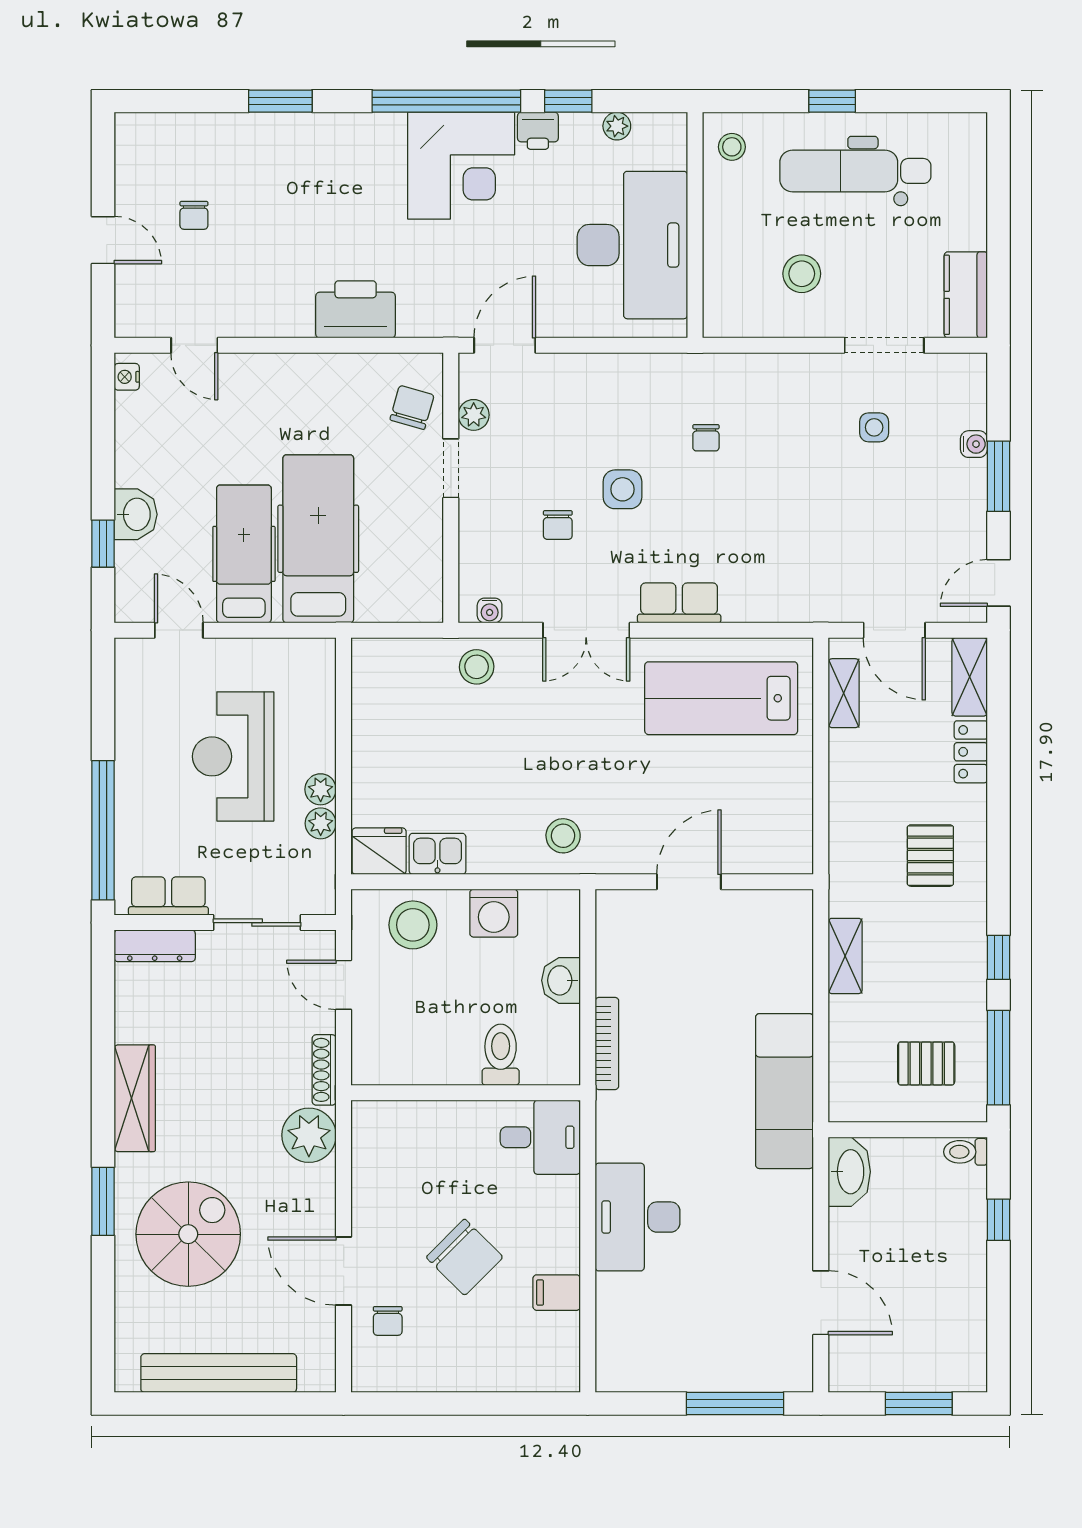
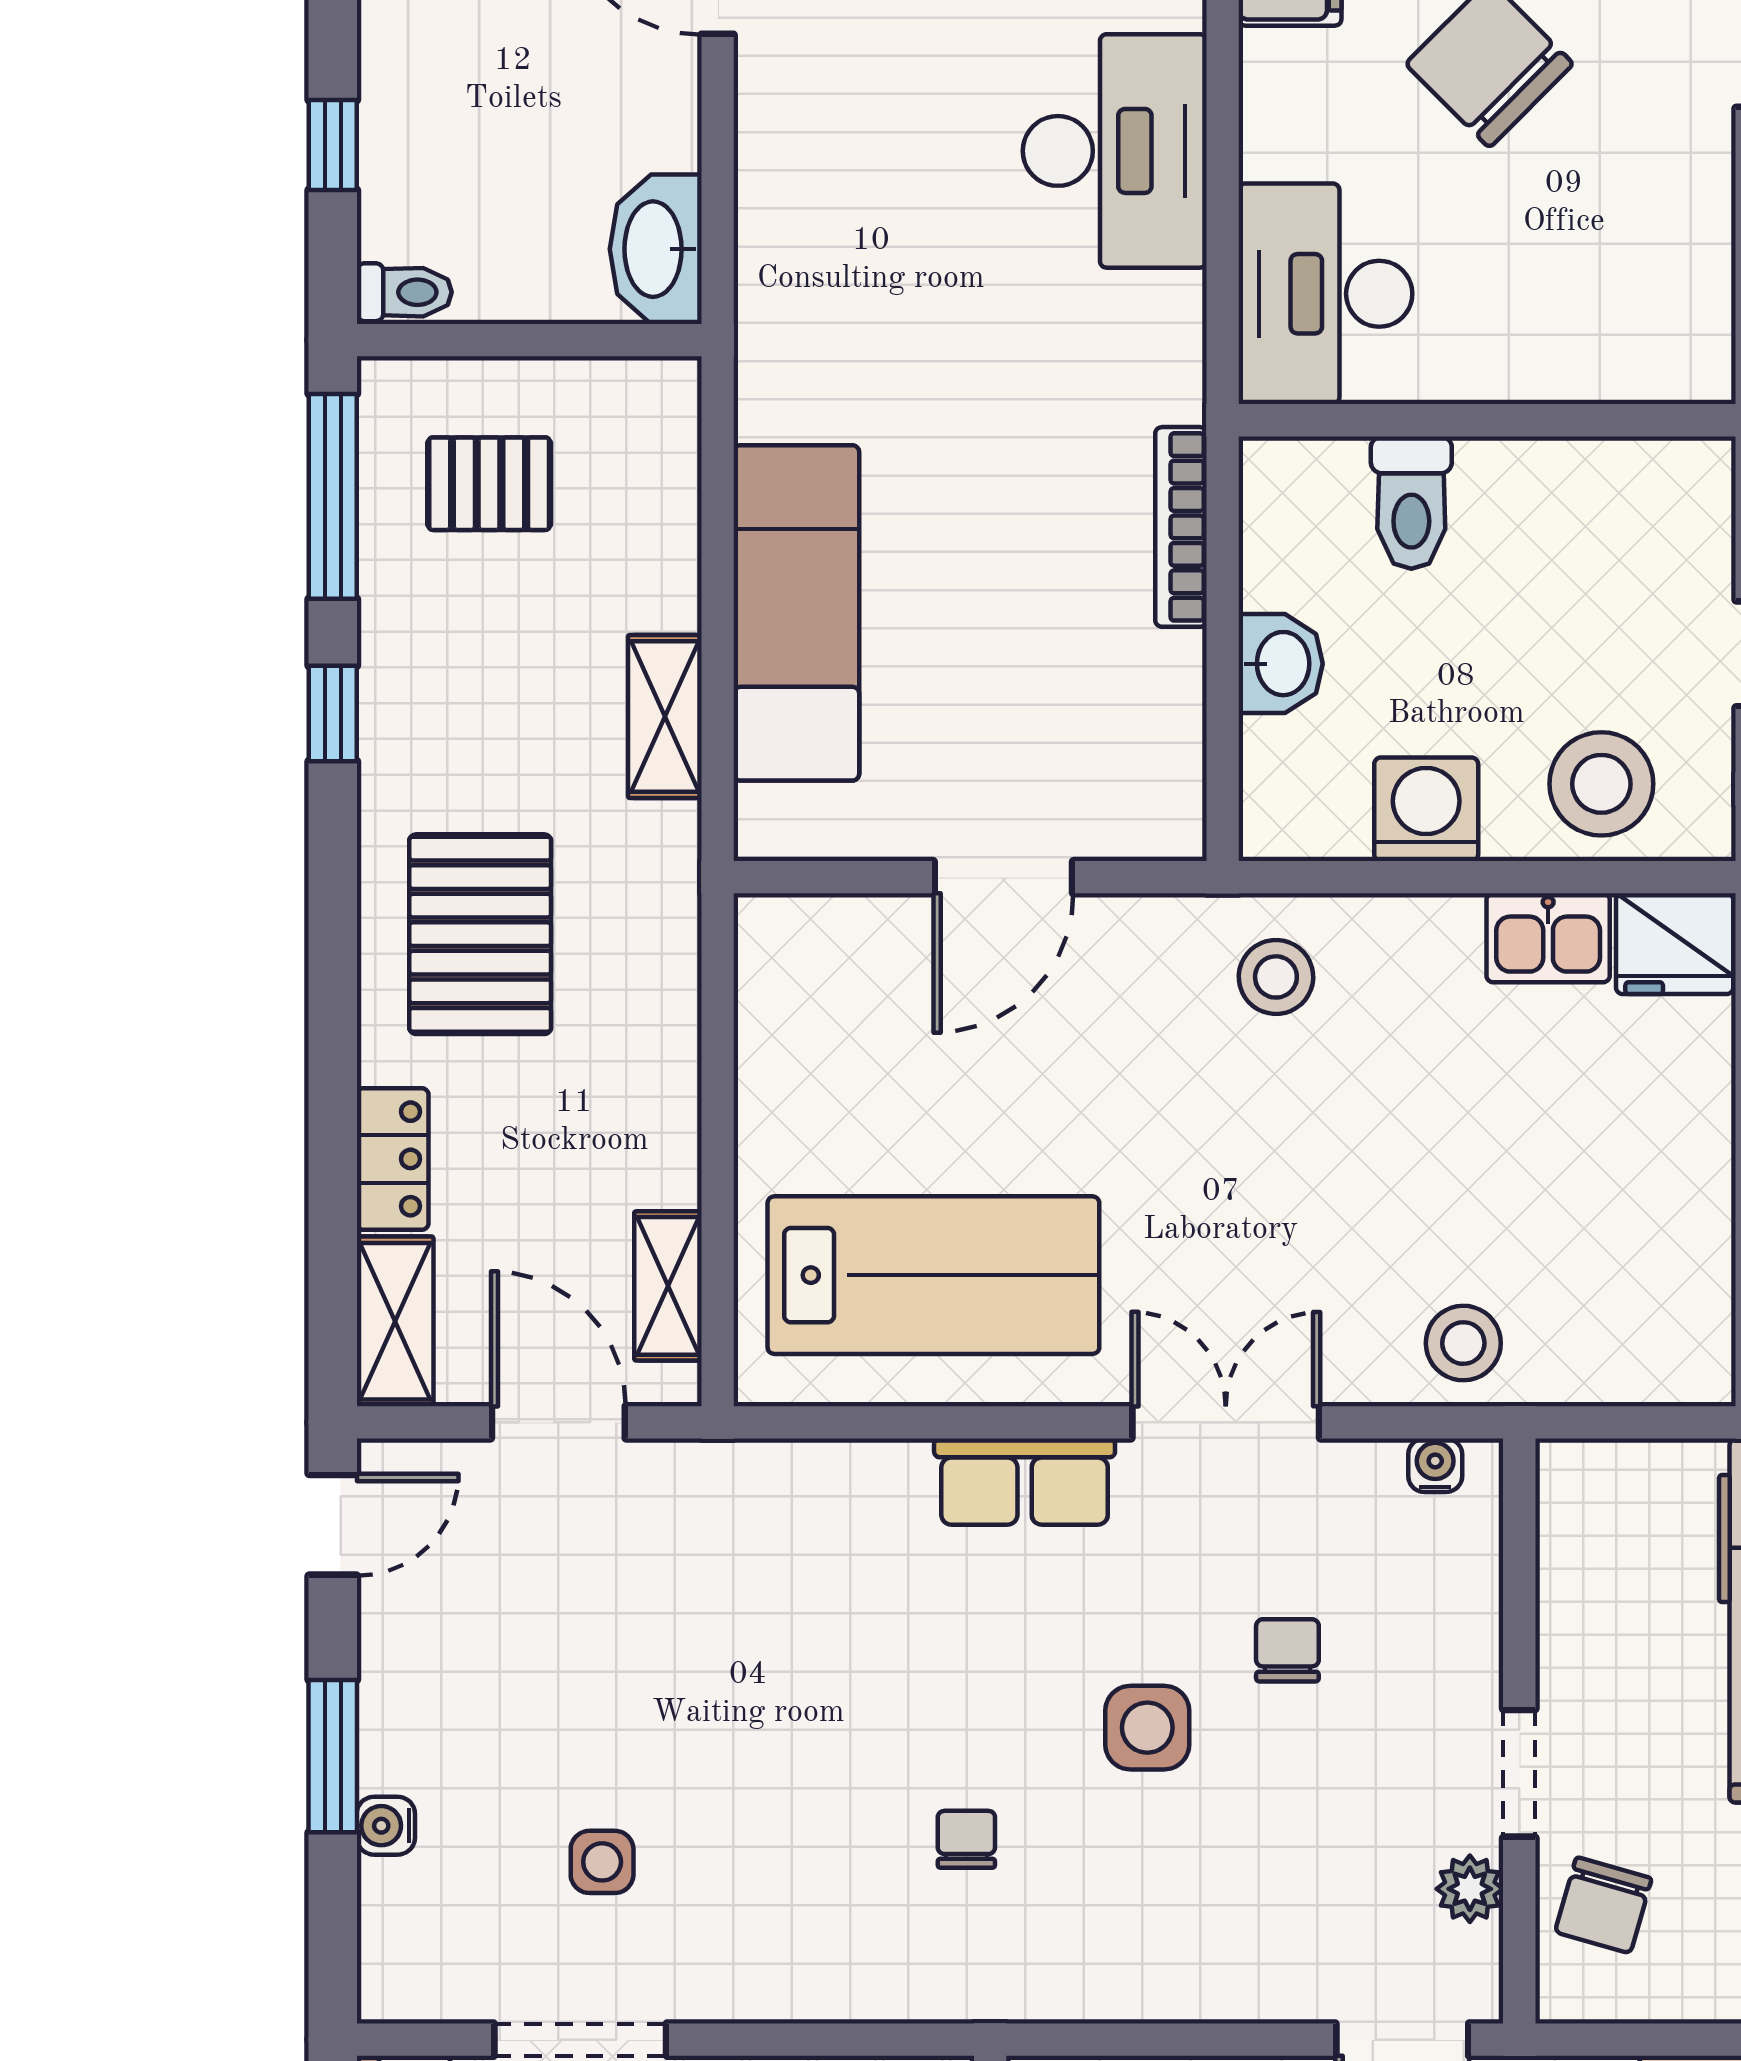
pallet: (930, 856) -> (480, 934), width x1.50, depth x1.42
exam couch: (784, 1091) -> (796, 613), moved
desk: (540, 1137) -> (1325, 294), width x1.37

